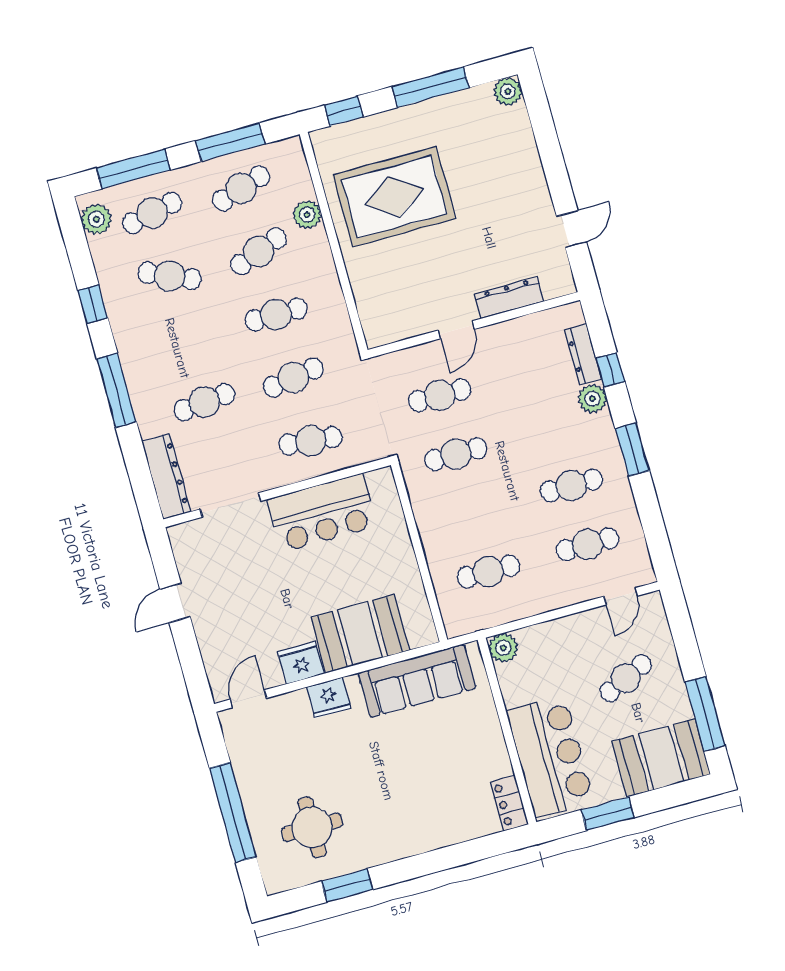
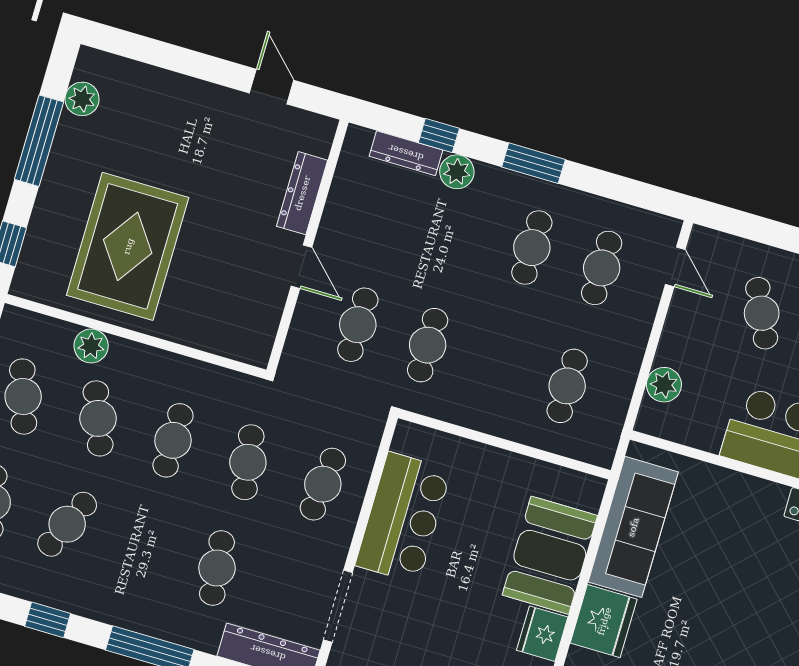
plant: (508, 92) -> (82, 99), moved
plant: (503, 648) -> (664, 385), moved
fridge: (329, 698) -> (604, 621), width x1.36, depth x1.34

